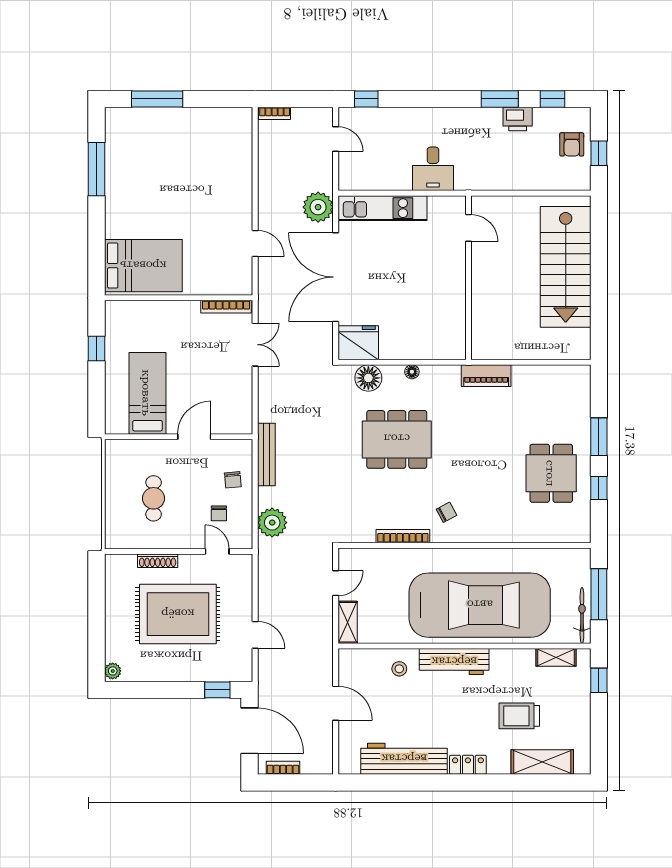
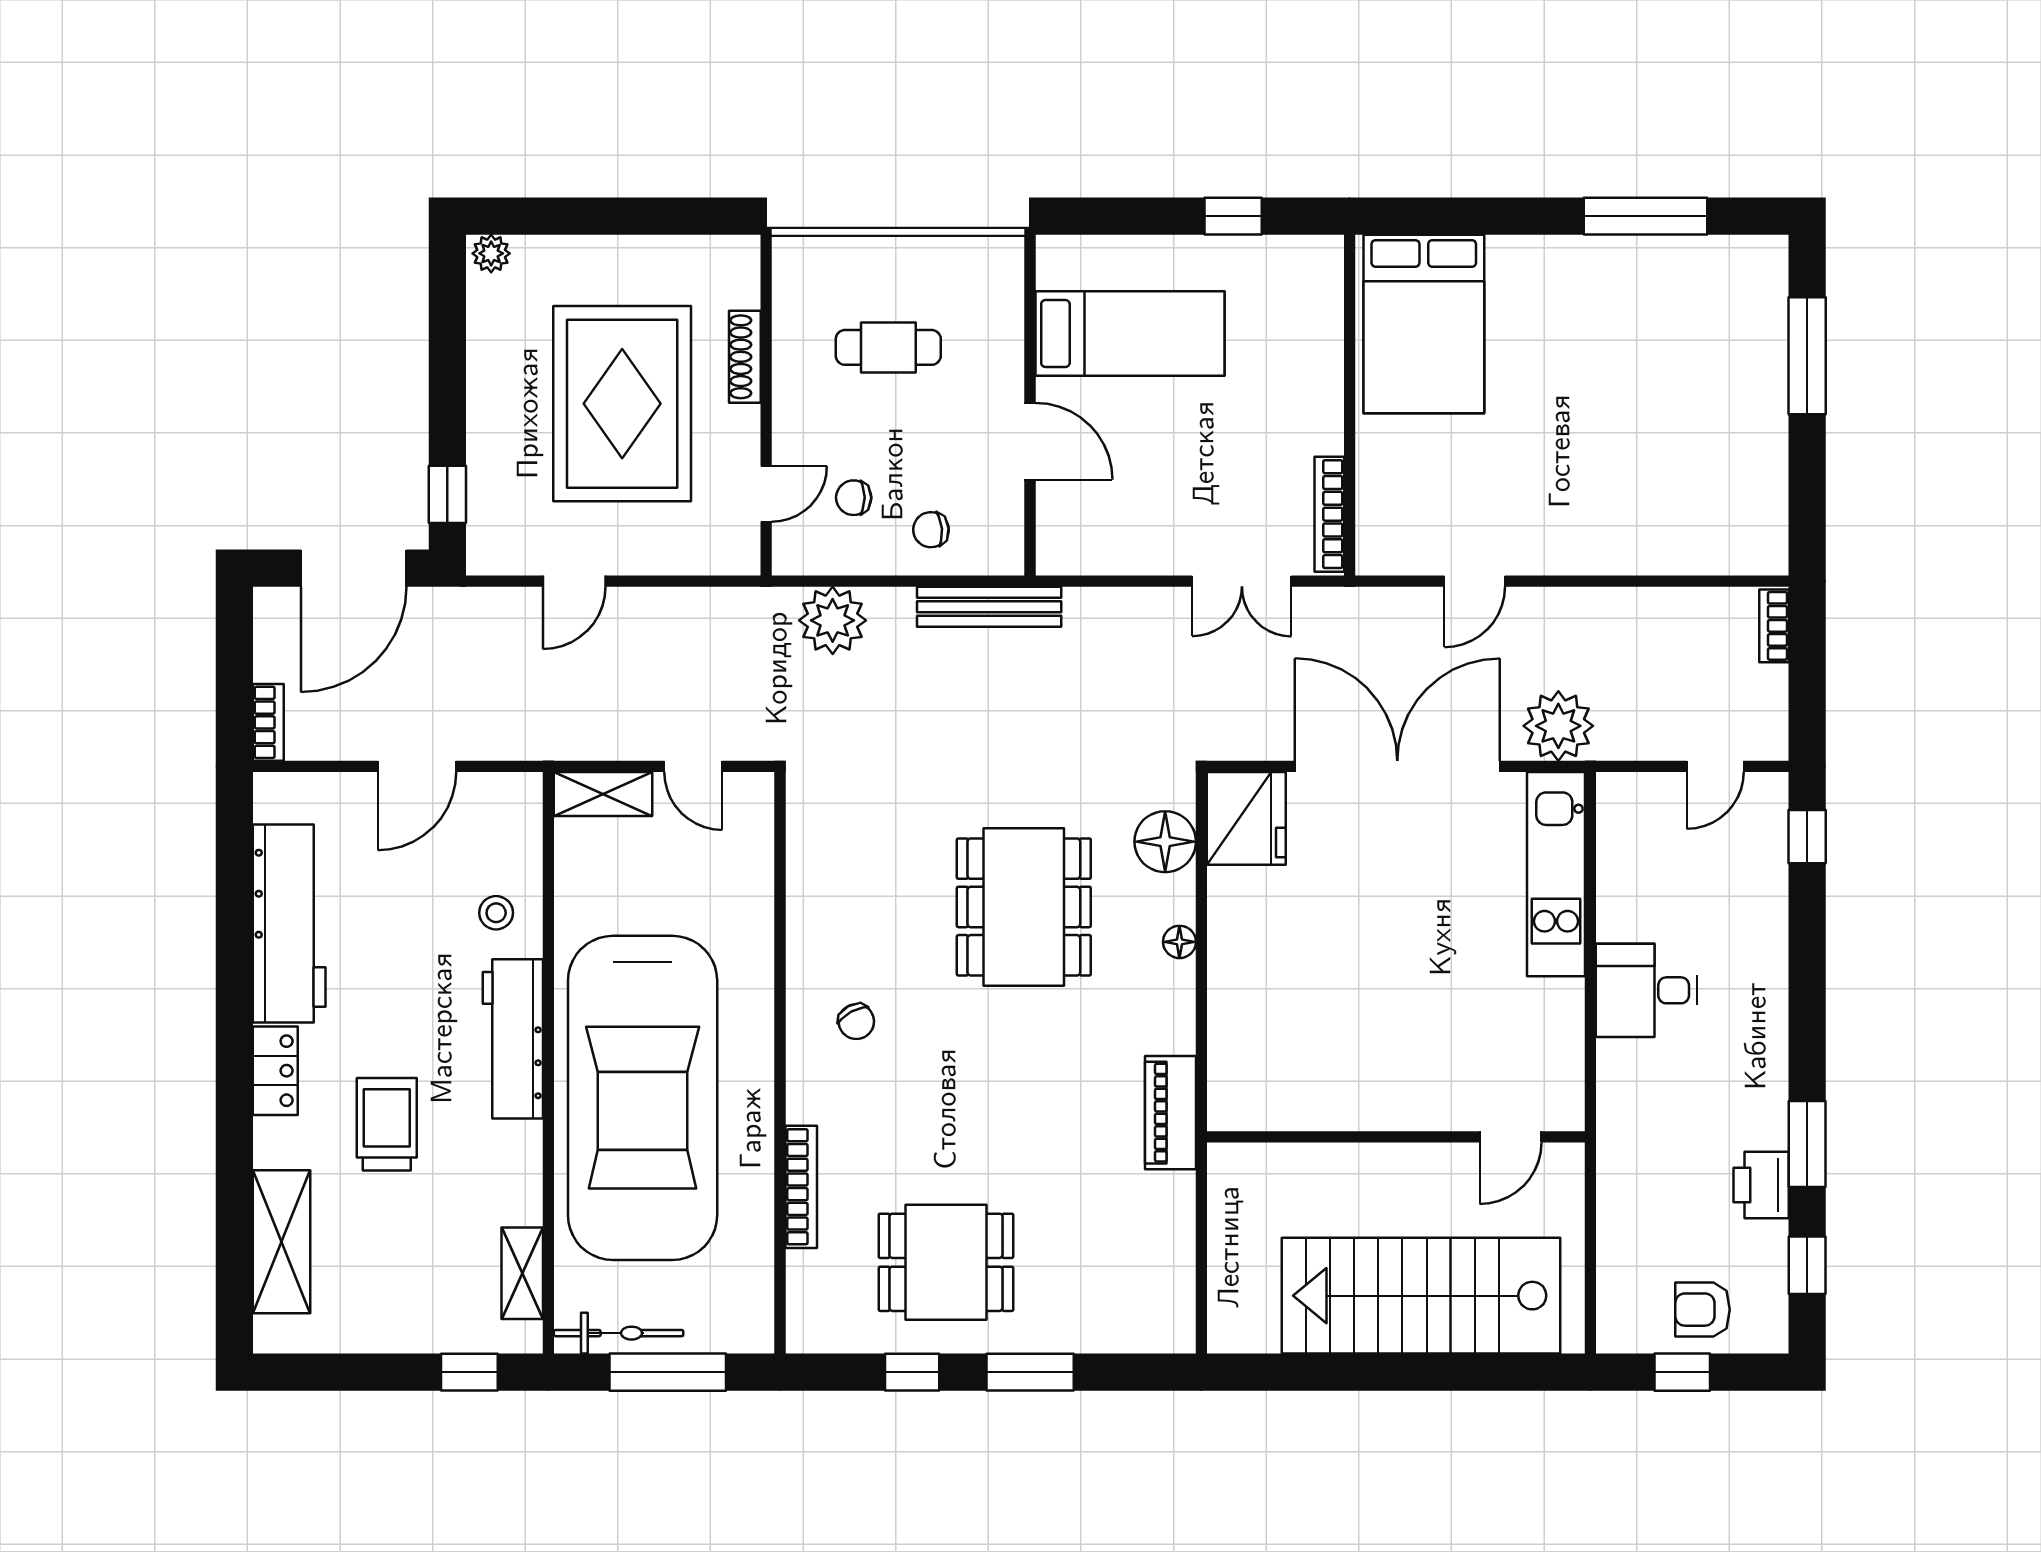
door: (468, 228) -> (1510, 1137), moved
wall: (468, 278) -> (1396, 1137), moved
bookcase: (403, 536) -> (801, 1187), moved
trolley: (519, 716) -> (387, 1124), moved
bookcase: (283, 768) -> (268, 722), moved

